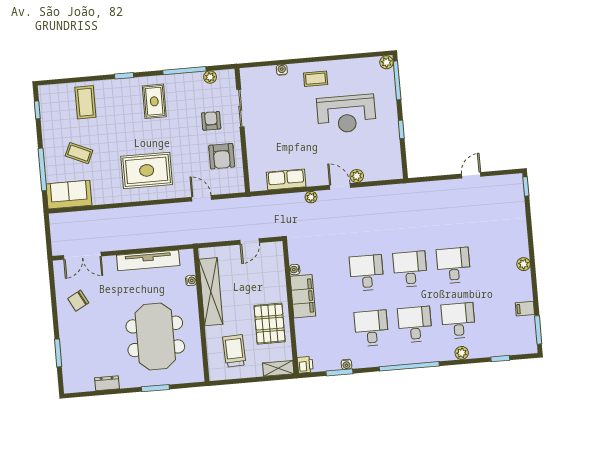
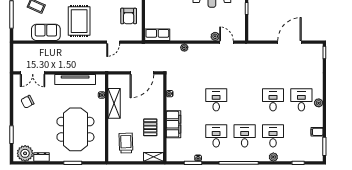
rug: (147, 170) -> (79, 21), turned 90
door: (471, 175) -> (290, 42), width x1.87
row of seats: (286, 180) -> (157, 35), moved
door: (340, 186) -> (226, 42), moved
sofa: (69, 195) -> (46, 32), moved
door: (202, 198) -> (113, 42), swing flipped
door: (250, 241) -> (142, 73), width x1.87
desk: (410, 269) -> (301, 100), moved
shelving: (211, 292) -> (114, 103), width x0.68
filing cabinet: (303, 296) -> (173, 124), moved
pallet: (270, 324) -> (150, 127), width x0.67, depth x0.71
printer: (305, 365) -> (171, 156), removed
plant: (81, 380) -> (25, 153), added

